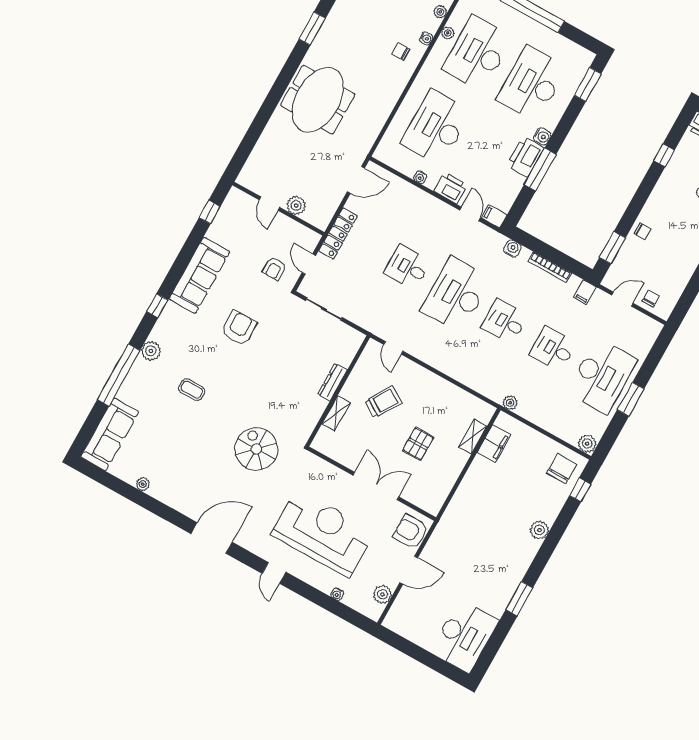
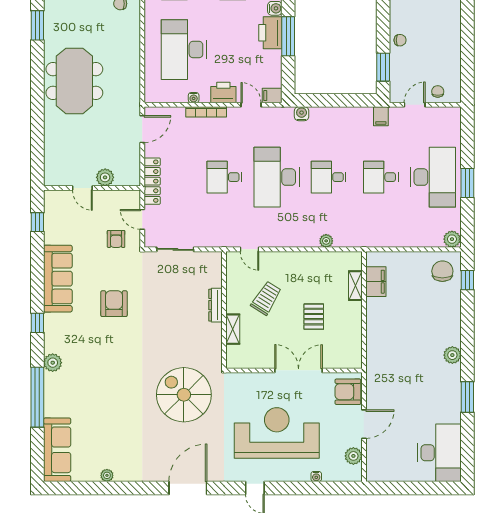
bookcase: (550, 267) -> (206, 112), moved
coffee table: (192, 390) -> (104, 376), removed
plant: (510, 403) -> (326, 241), moved
spiral stairs: (256, 449) -> (184, 395), width x1.37, depth x1.37
plant: (539, 530) -> (452, 355), moved

